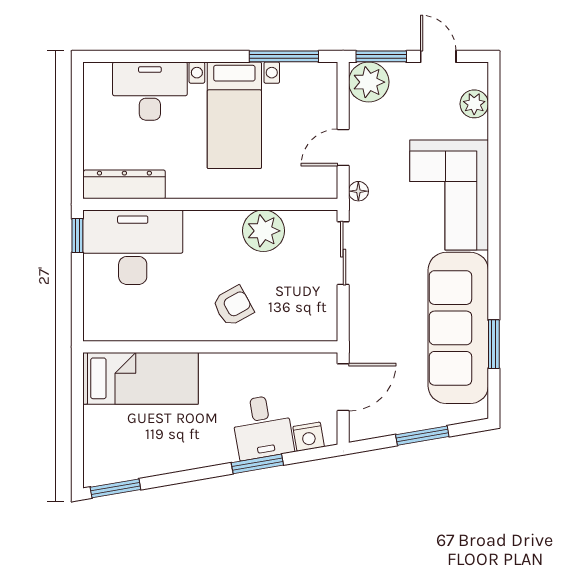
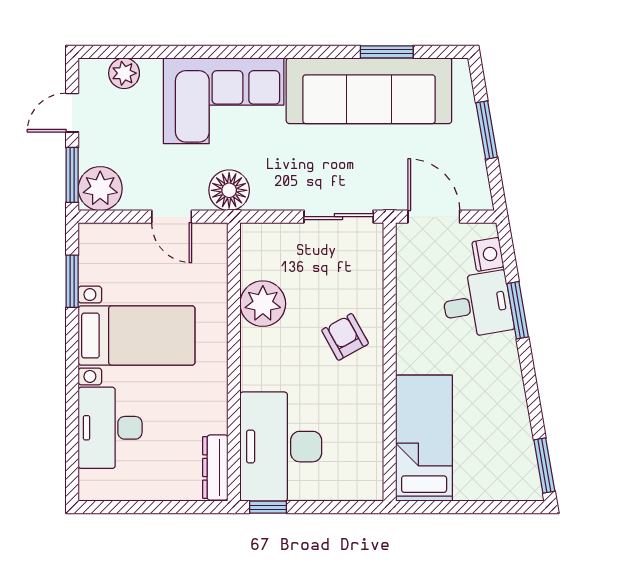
window: (284, 56) -> (72, 281), width x0.69
dresser: (124, 184) -> (215, 468), width x0.73, depth x0.80
floor lamp: (358, 191) -> (229, 190), width x1.89, depth x1.89
sliding door: (343, 253) -> (339, 217), moved

